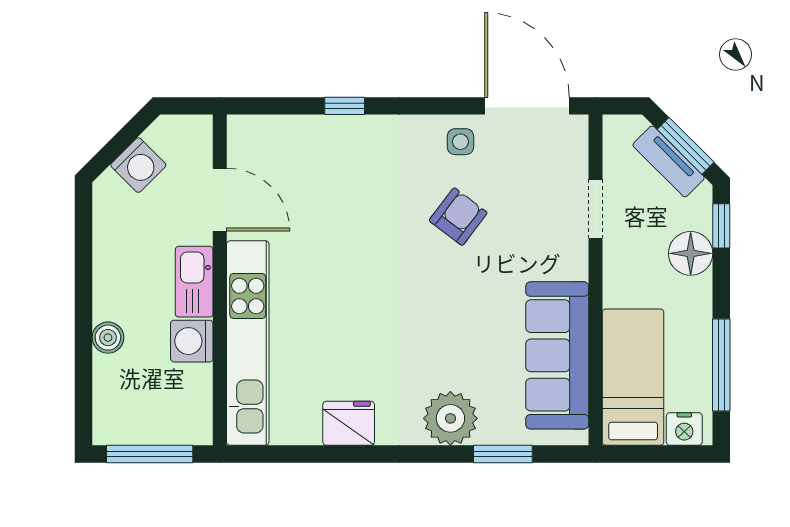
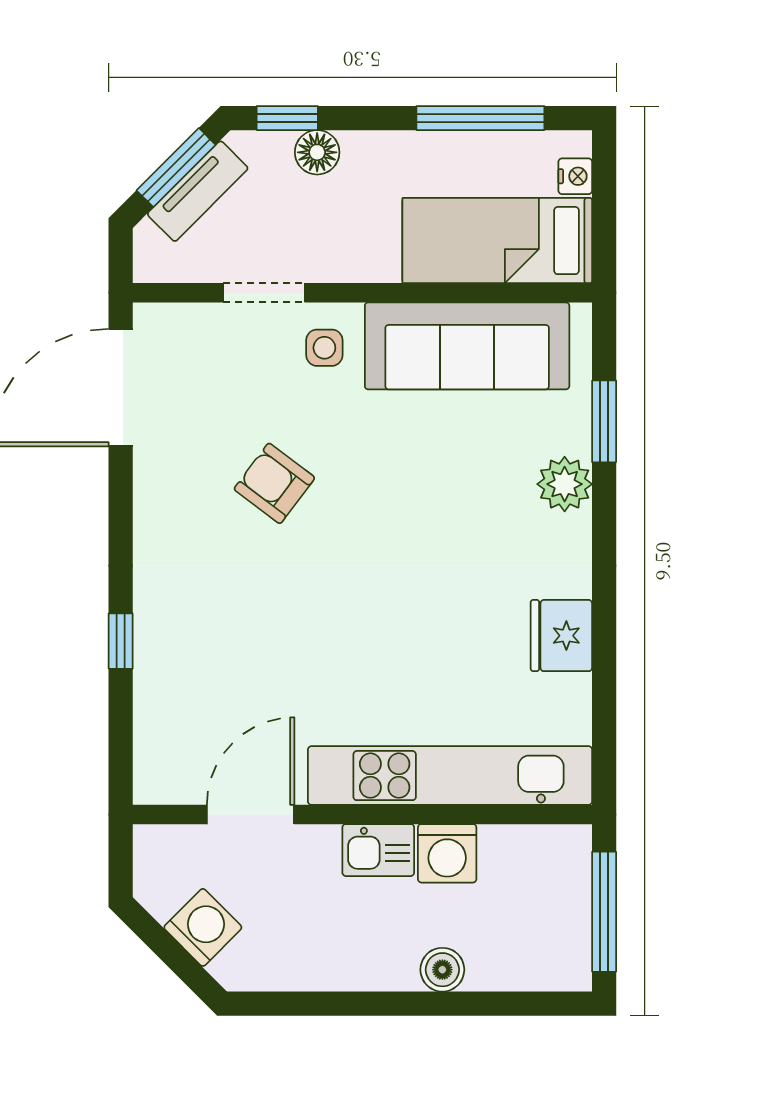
side table: (460, 142) -> (324, 348), moved
floor lamp: (691, 253) -> (317, 152), width x0.73, depth x0.73
kitchen sink: (194, 282) -> (378, 850), width x0.73
plant: (450, 418) -> (565, 484), width x0.73, depth x0.73
nightstand: (684, 429) -> (575, 176), width x0.72, depth x0.74

